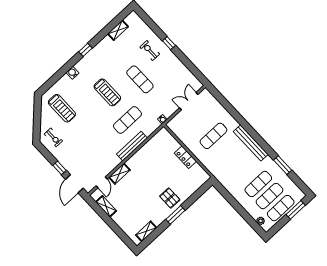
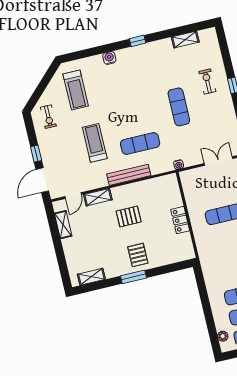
treadmill: (107, 92) -> (95, 143), moved, turned 180
pallet: (148, 175) -> (129, 217), added

